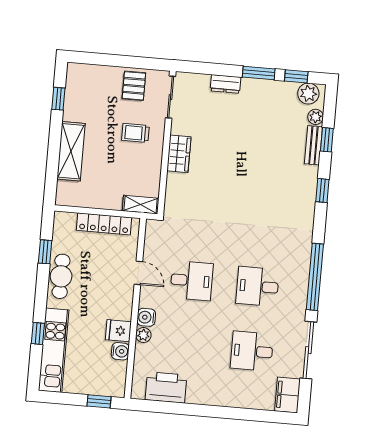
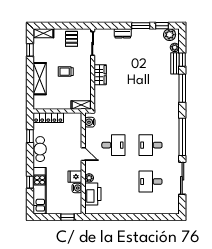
shelving: (85, 72) -> (43, 33), added
trolley: (135, 133) -> (66, 72), moved
window: (322, 191) -> (182, 88), width x2.17
locker: (104, 224) -> (48, 118), moved
door: (138, 273) -> (83, 154), moved
water cooler: (146, 317) -> (90, 122), moved
printer: (166, 387) -> (93, 194), moved, turned 90
filing cabinet: (287, 395) -> (173, 204), removed

